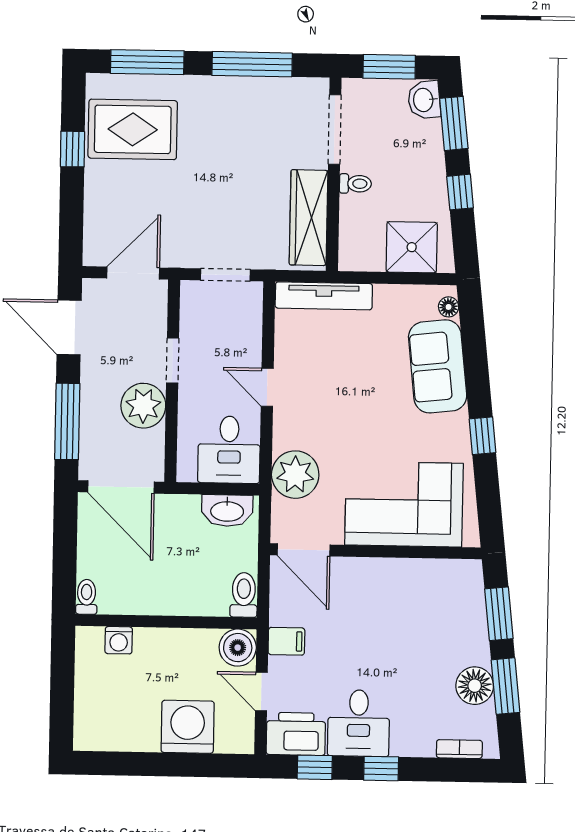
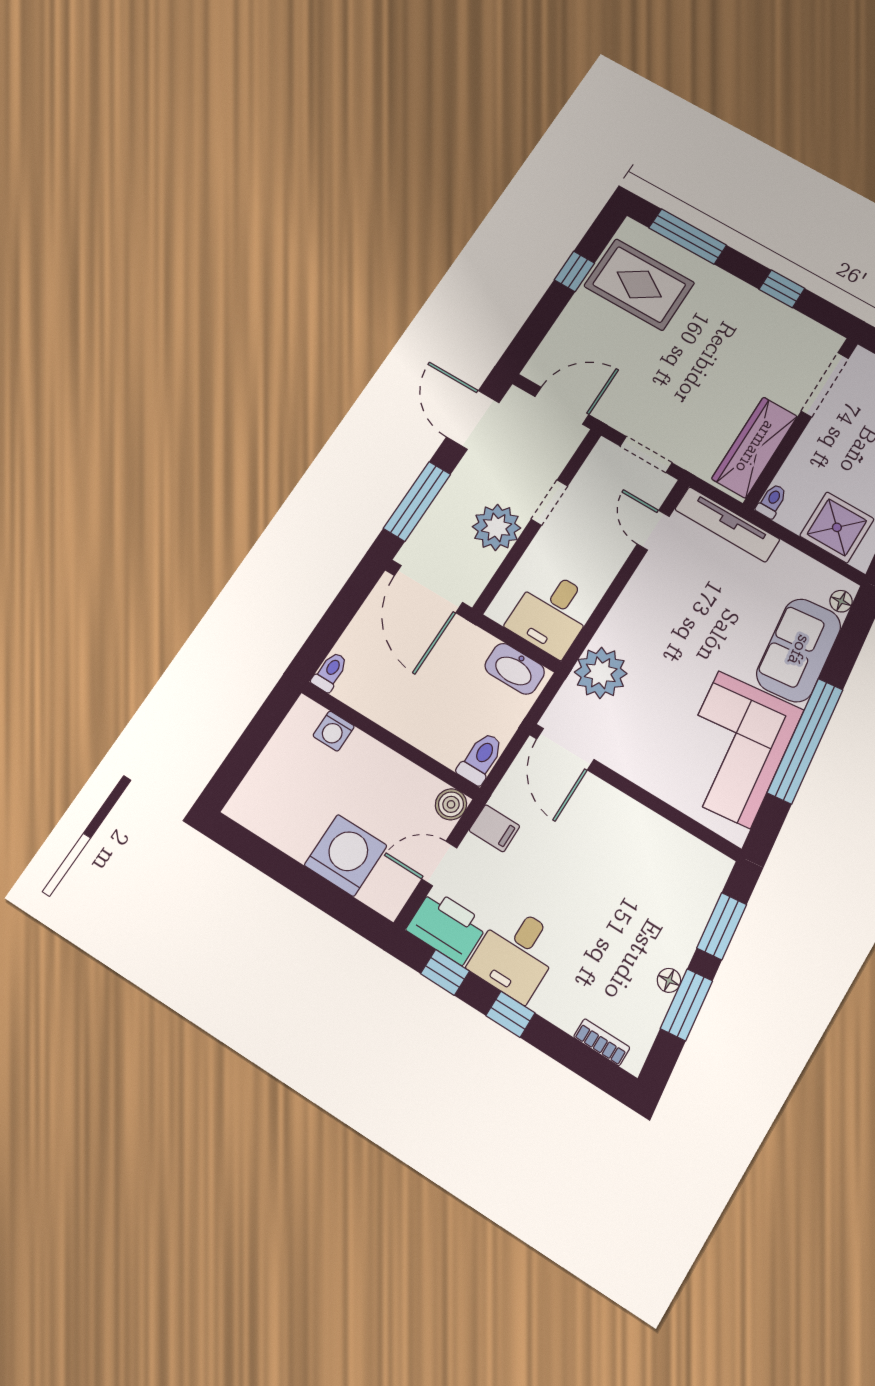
window: (252, 64) -> (782, 289), width x0.46
toilet: (355, 184) -> (772, 501), moved, turned -90
door: (267, 387) -> (653, 530), moved
window: (483, 436) -> (805, 741), width x3.17
corner sofa: (404, 504) -> (734, 749), moved, turned -96
boiler: (238, 648) -> (451, 804), width x0.73, depth x0.73
floor lamp: (475, 686) -> (669, 980), width x0.53, depth x0.53
door: (261, 691) -> (439, 863), hinge flipped

